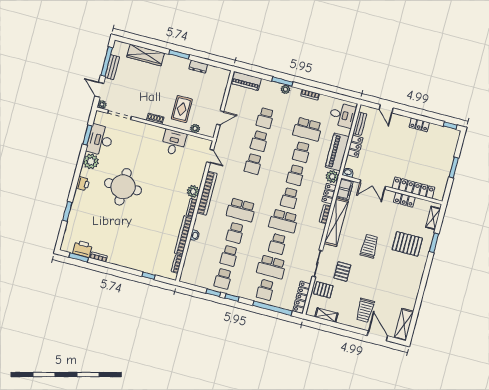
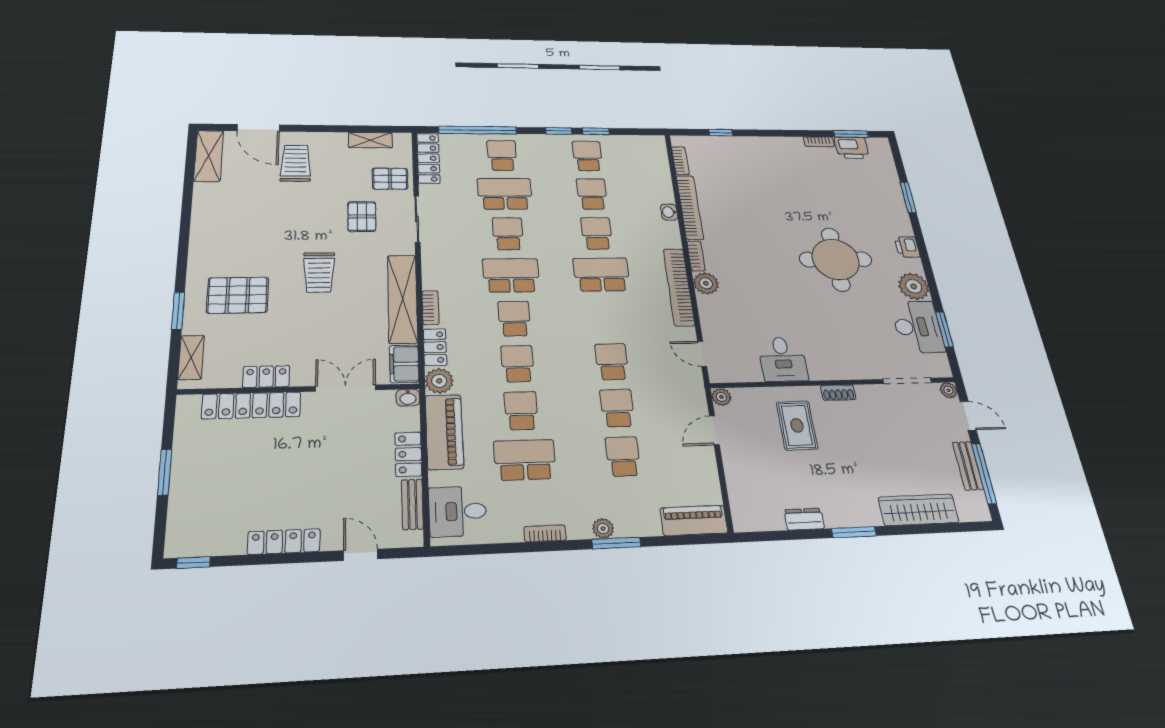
locker: (419, 125) -> (284, 542), width x1.53
plant: (195, 129) -> (721, 397), moved

